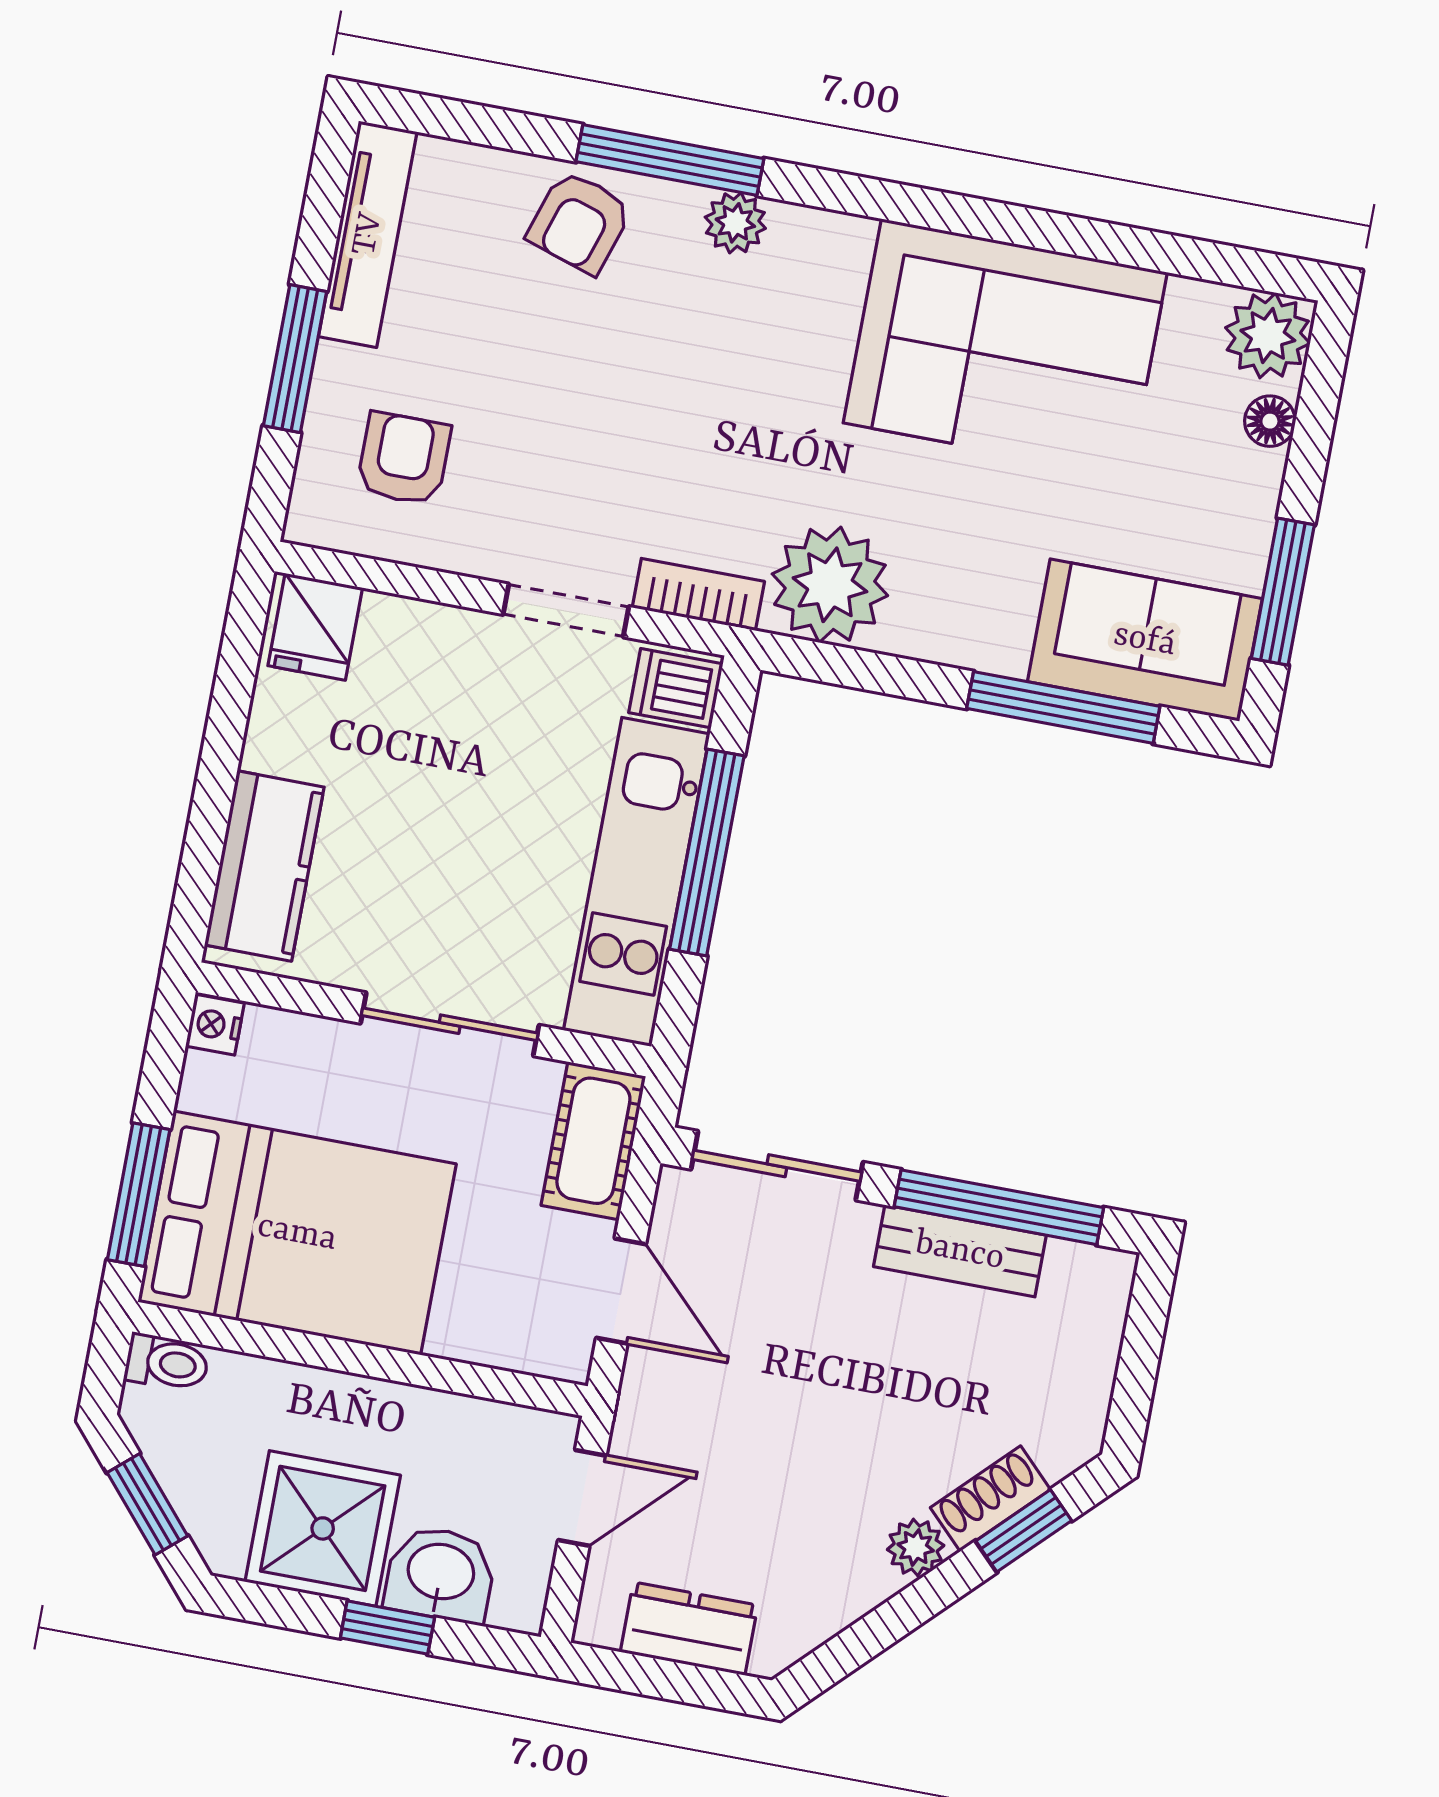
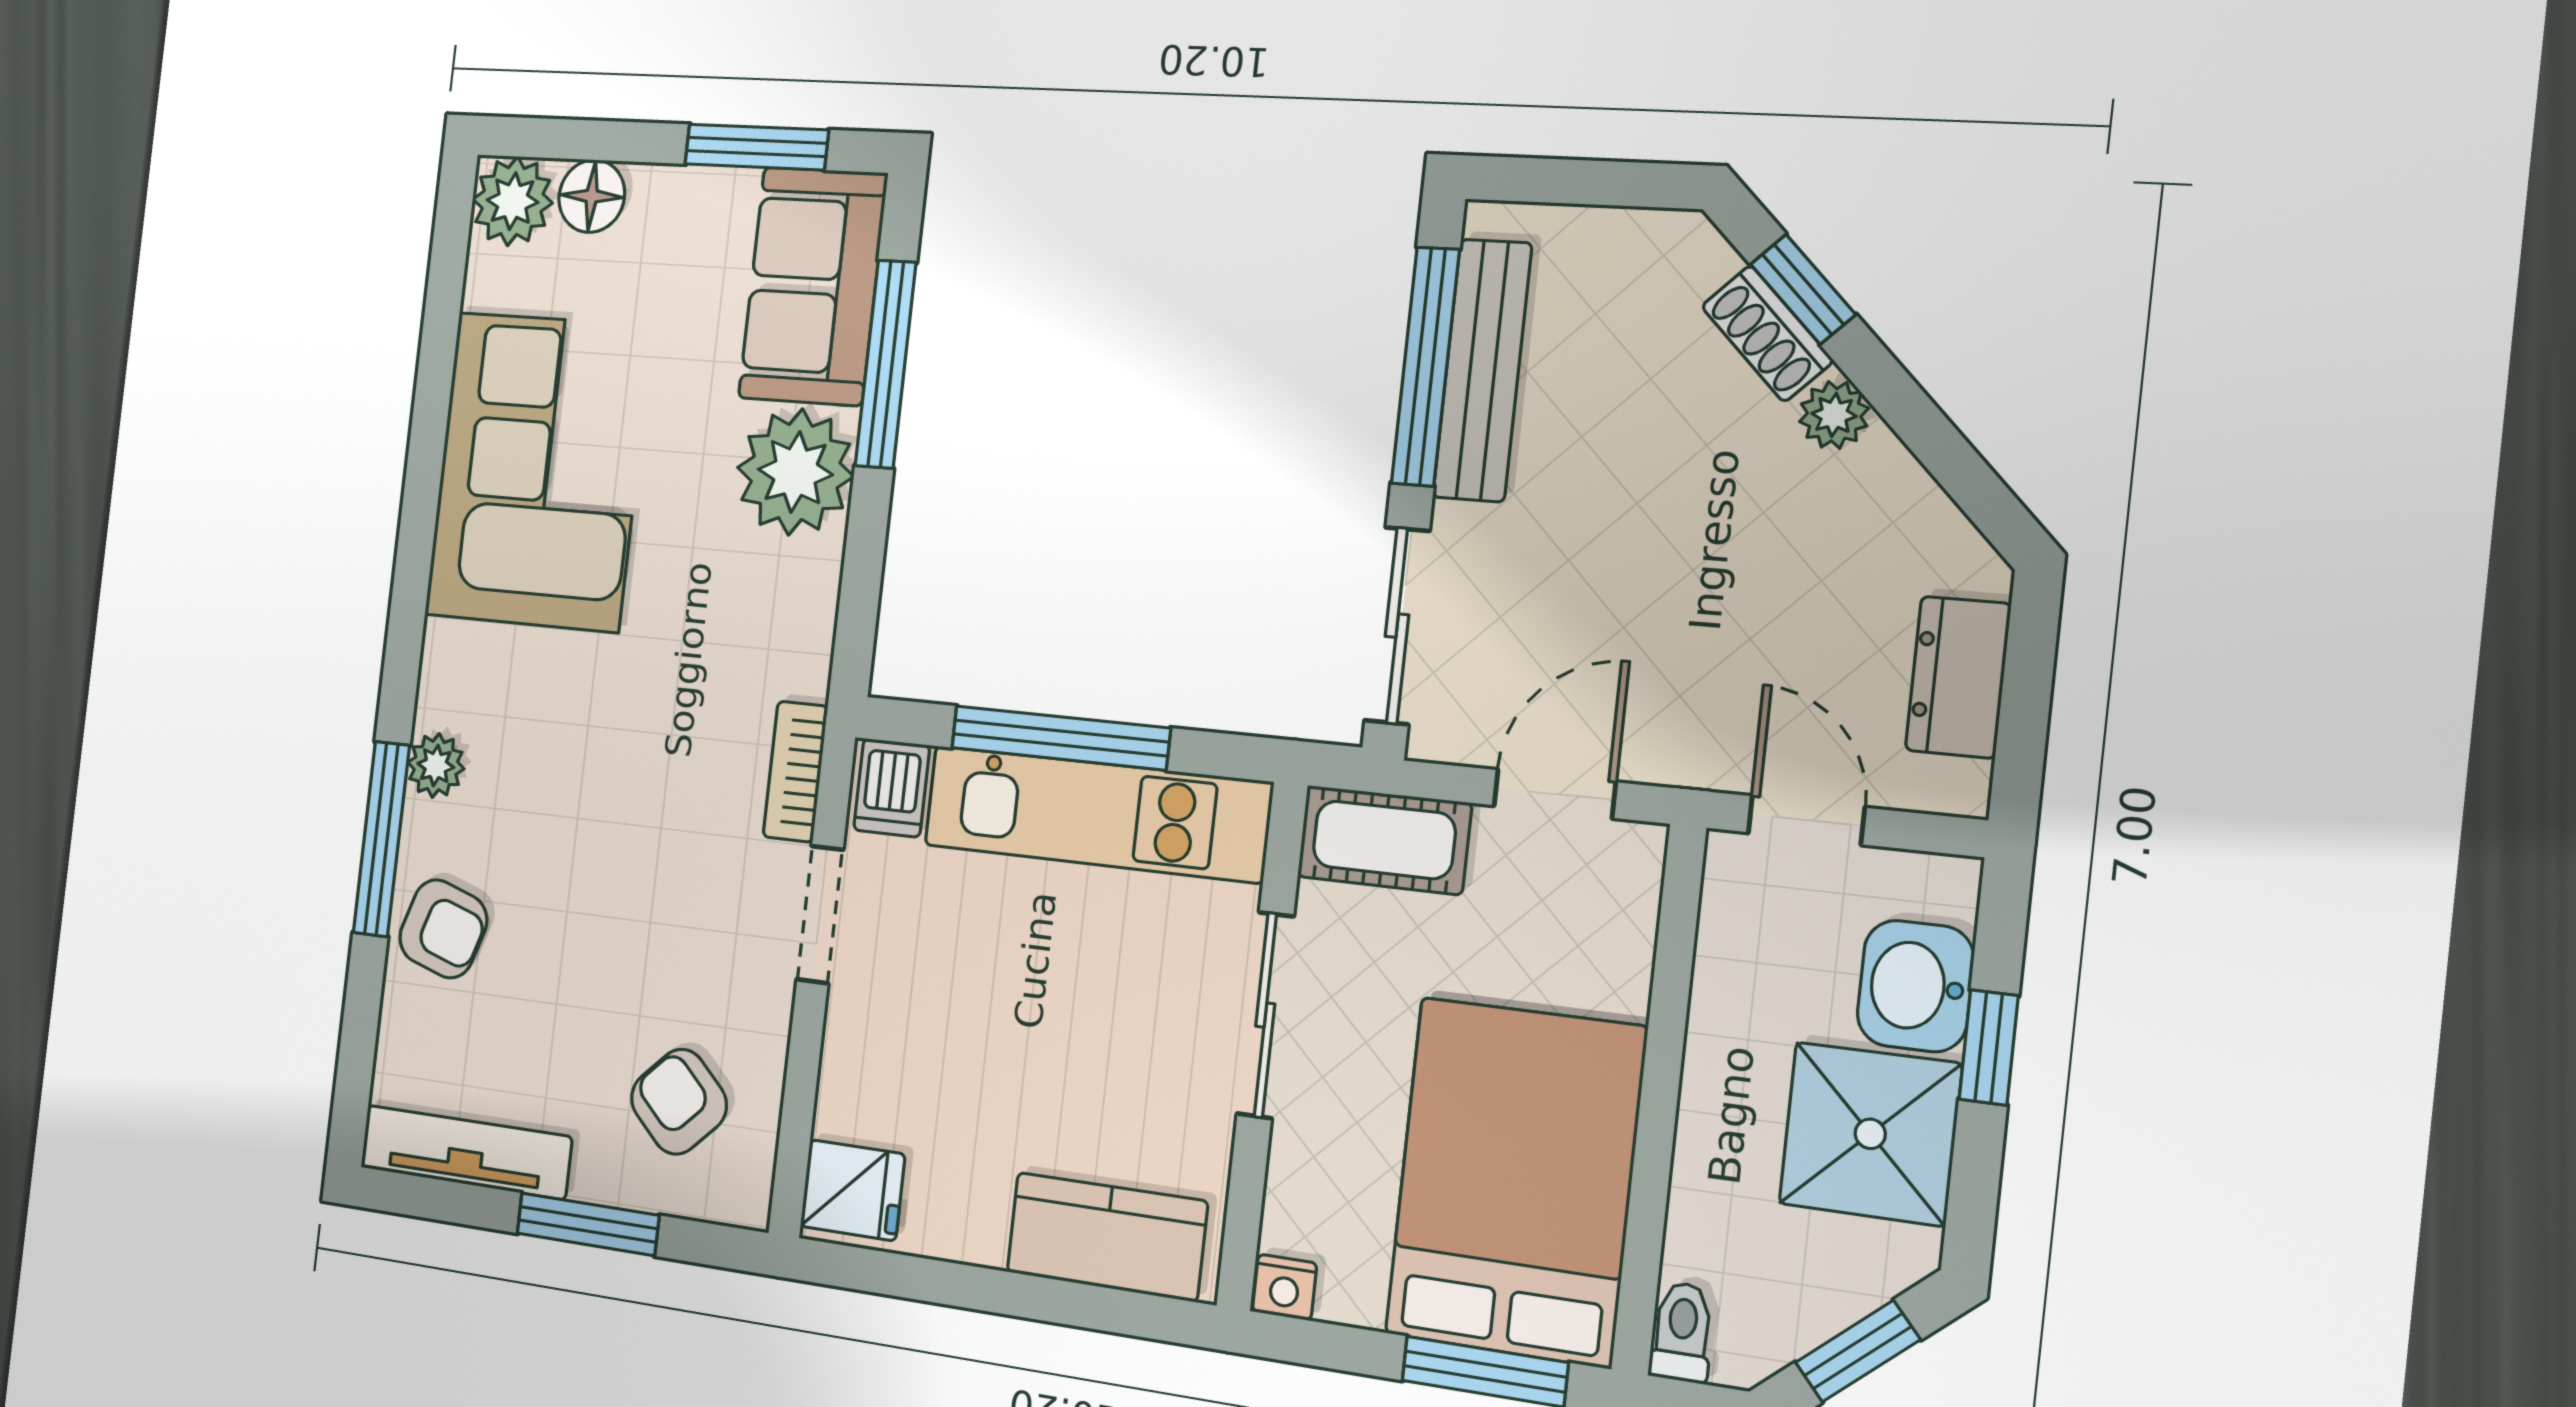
floor lamp: (1270, 421) -> (592, 196), width x1.37, depth x1.37
armchair: (404, 459) -> (679, 1102), turned 45
plant: (830, 585) -> (795, 472), moved
bench: (960, 1251) -> (1482, 370), width x1.36

